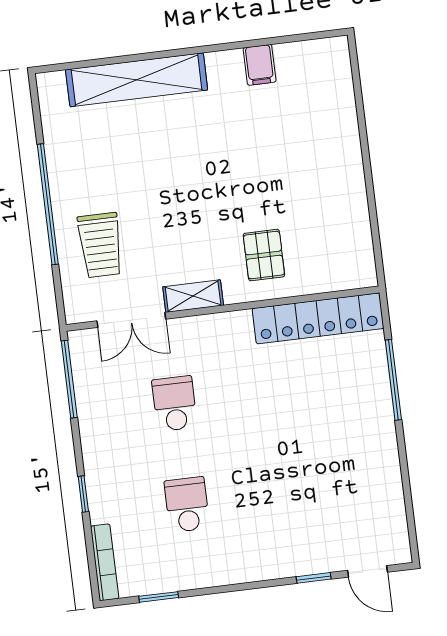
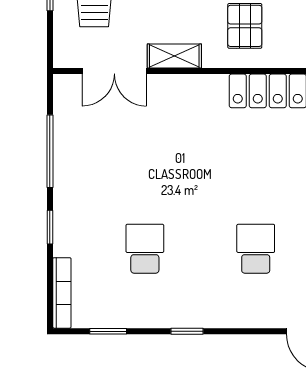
window: (69, 379) -> (50, 151), moved
school desk: (174, 404) -> (256, 249), moved
window: (314, 578) -> (187, 331), moved

